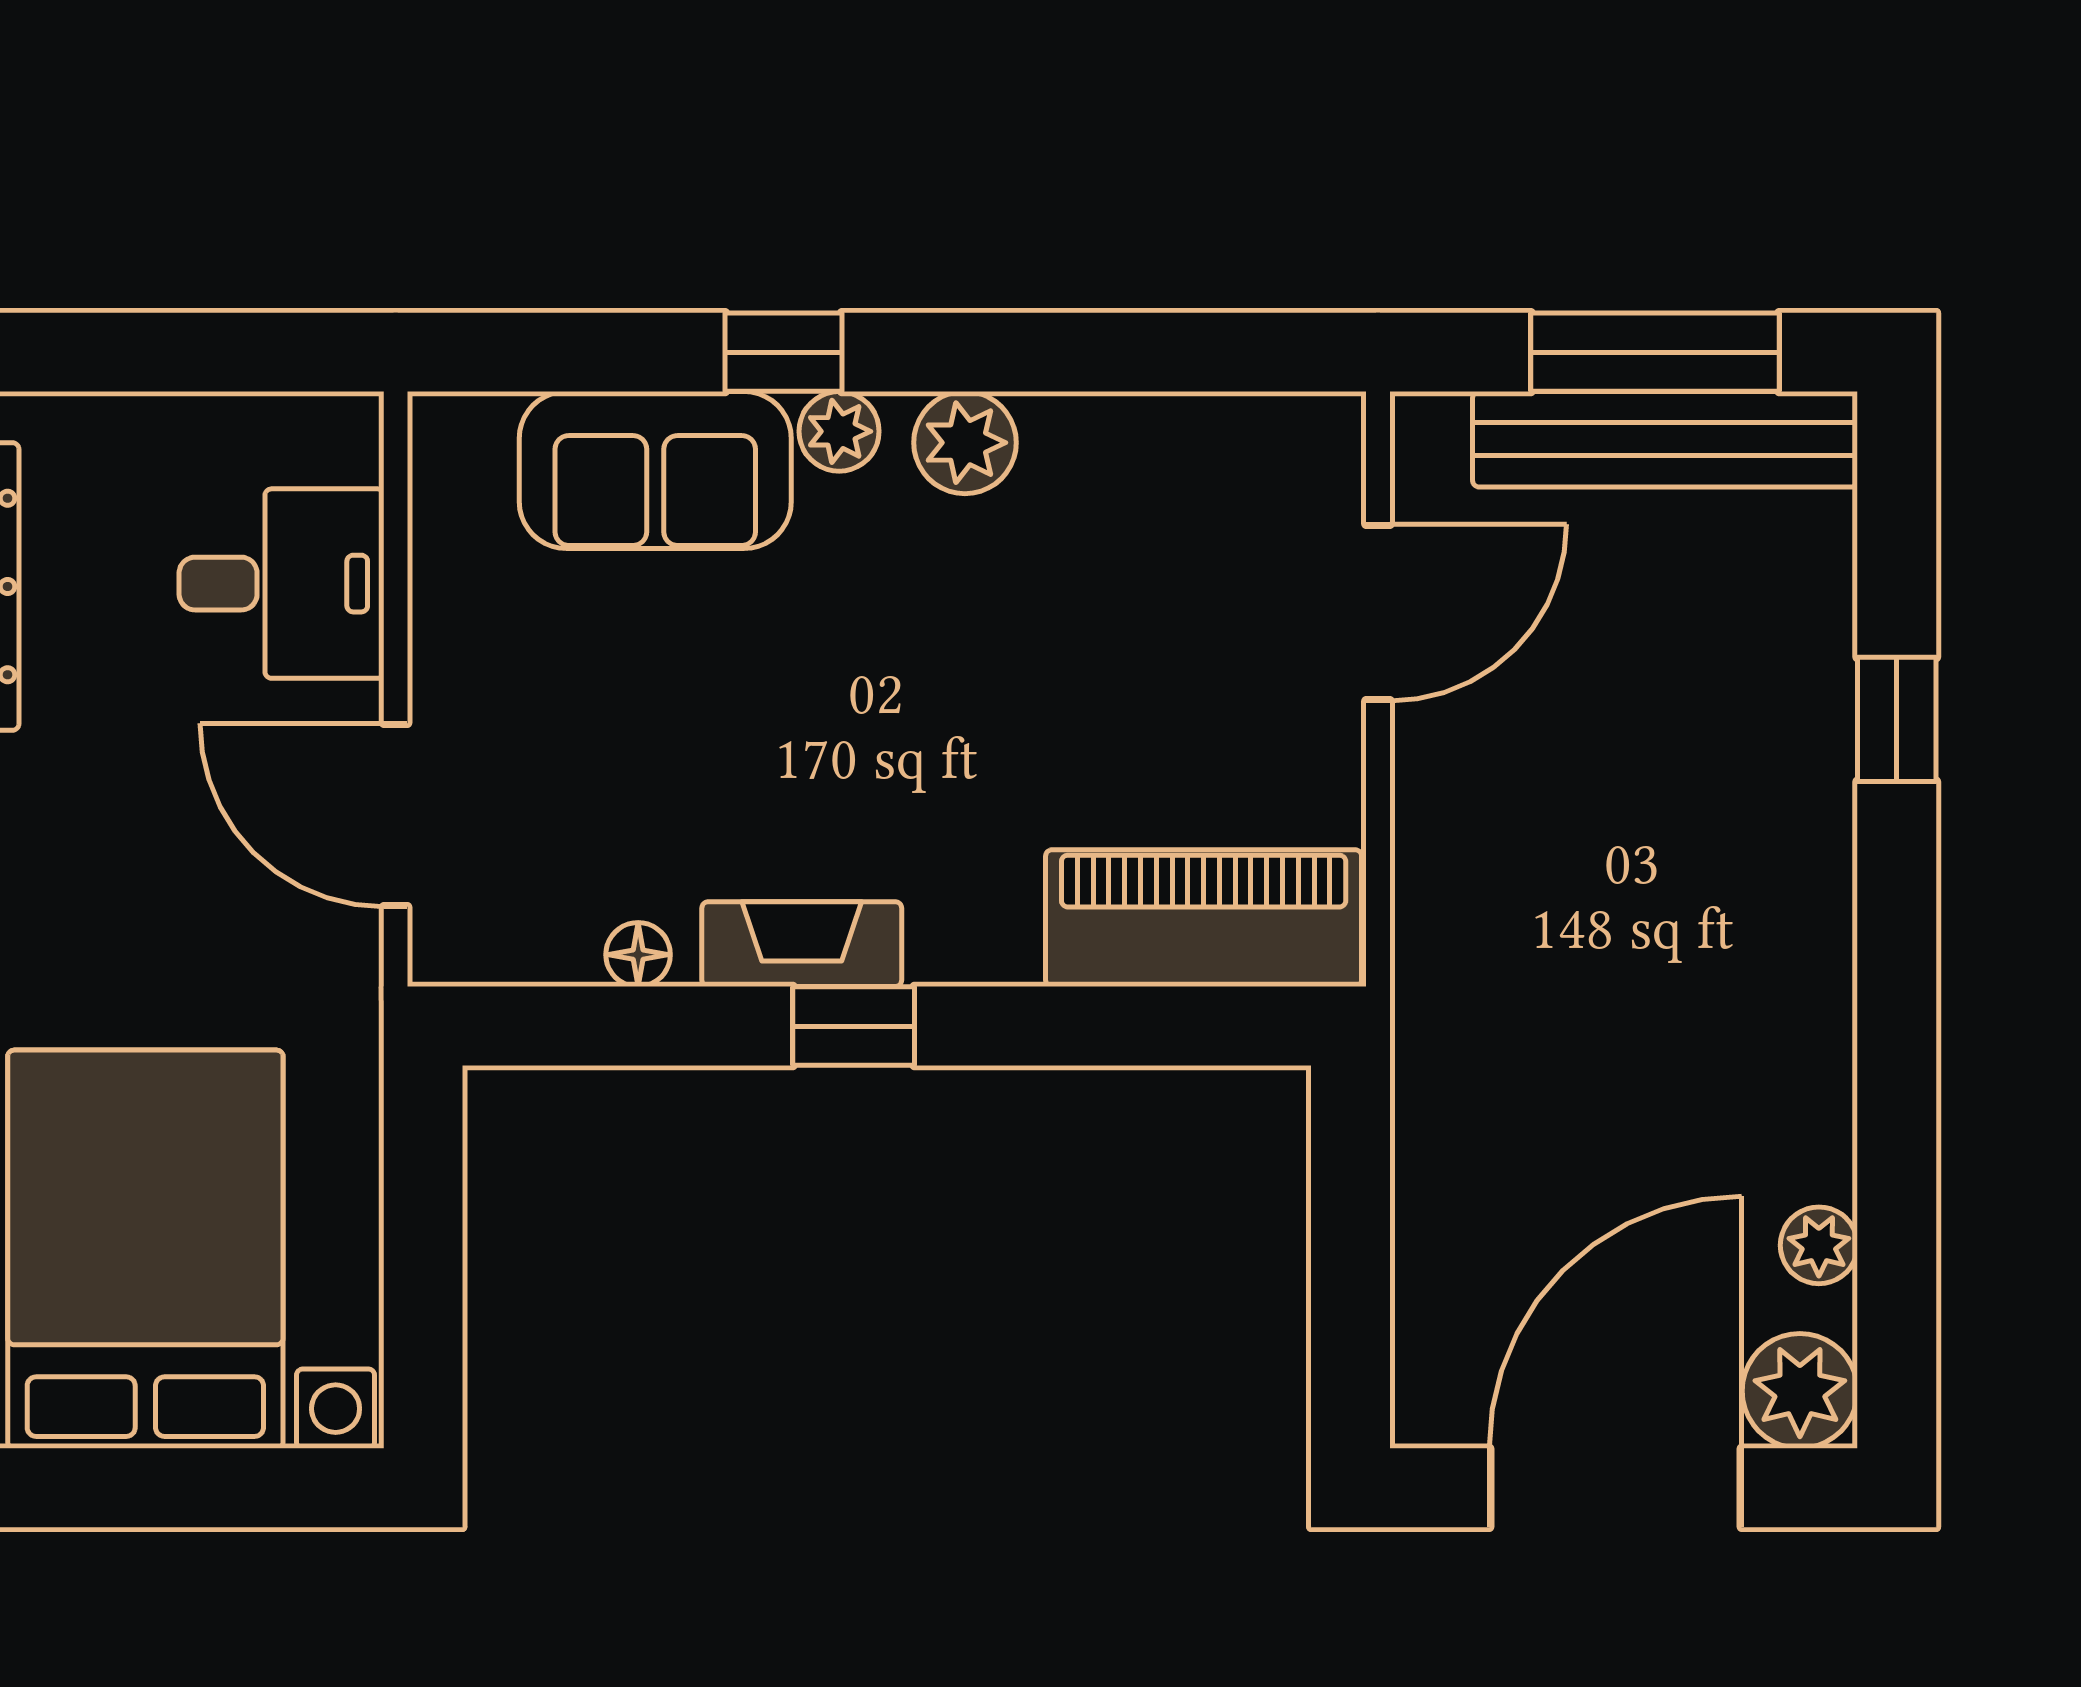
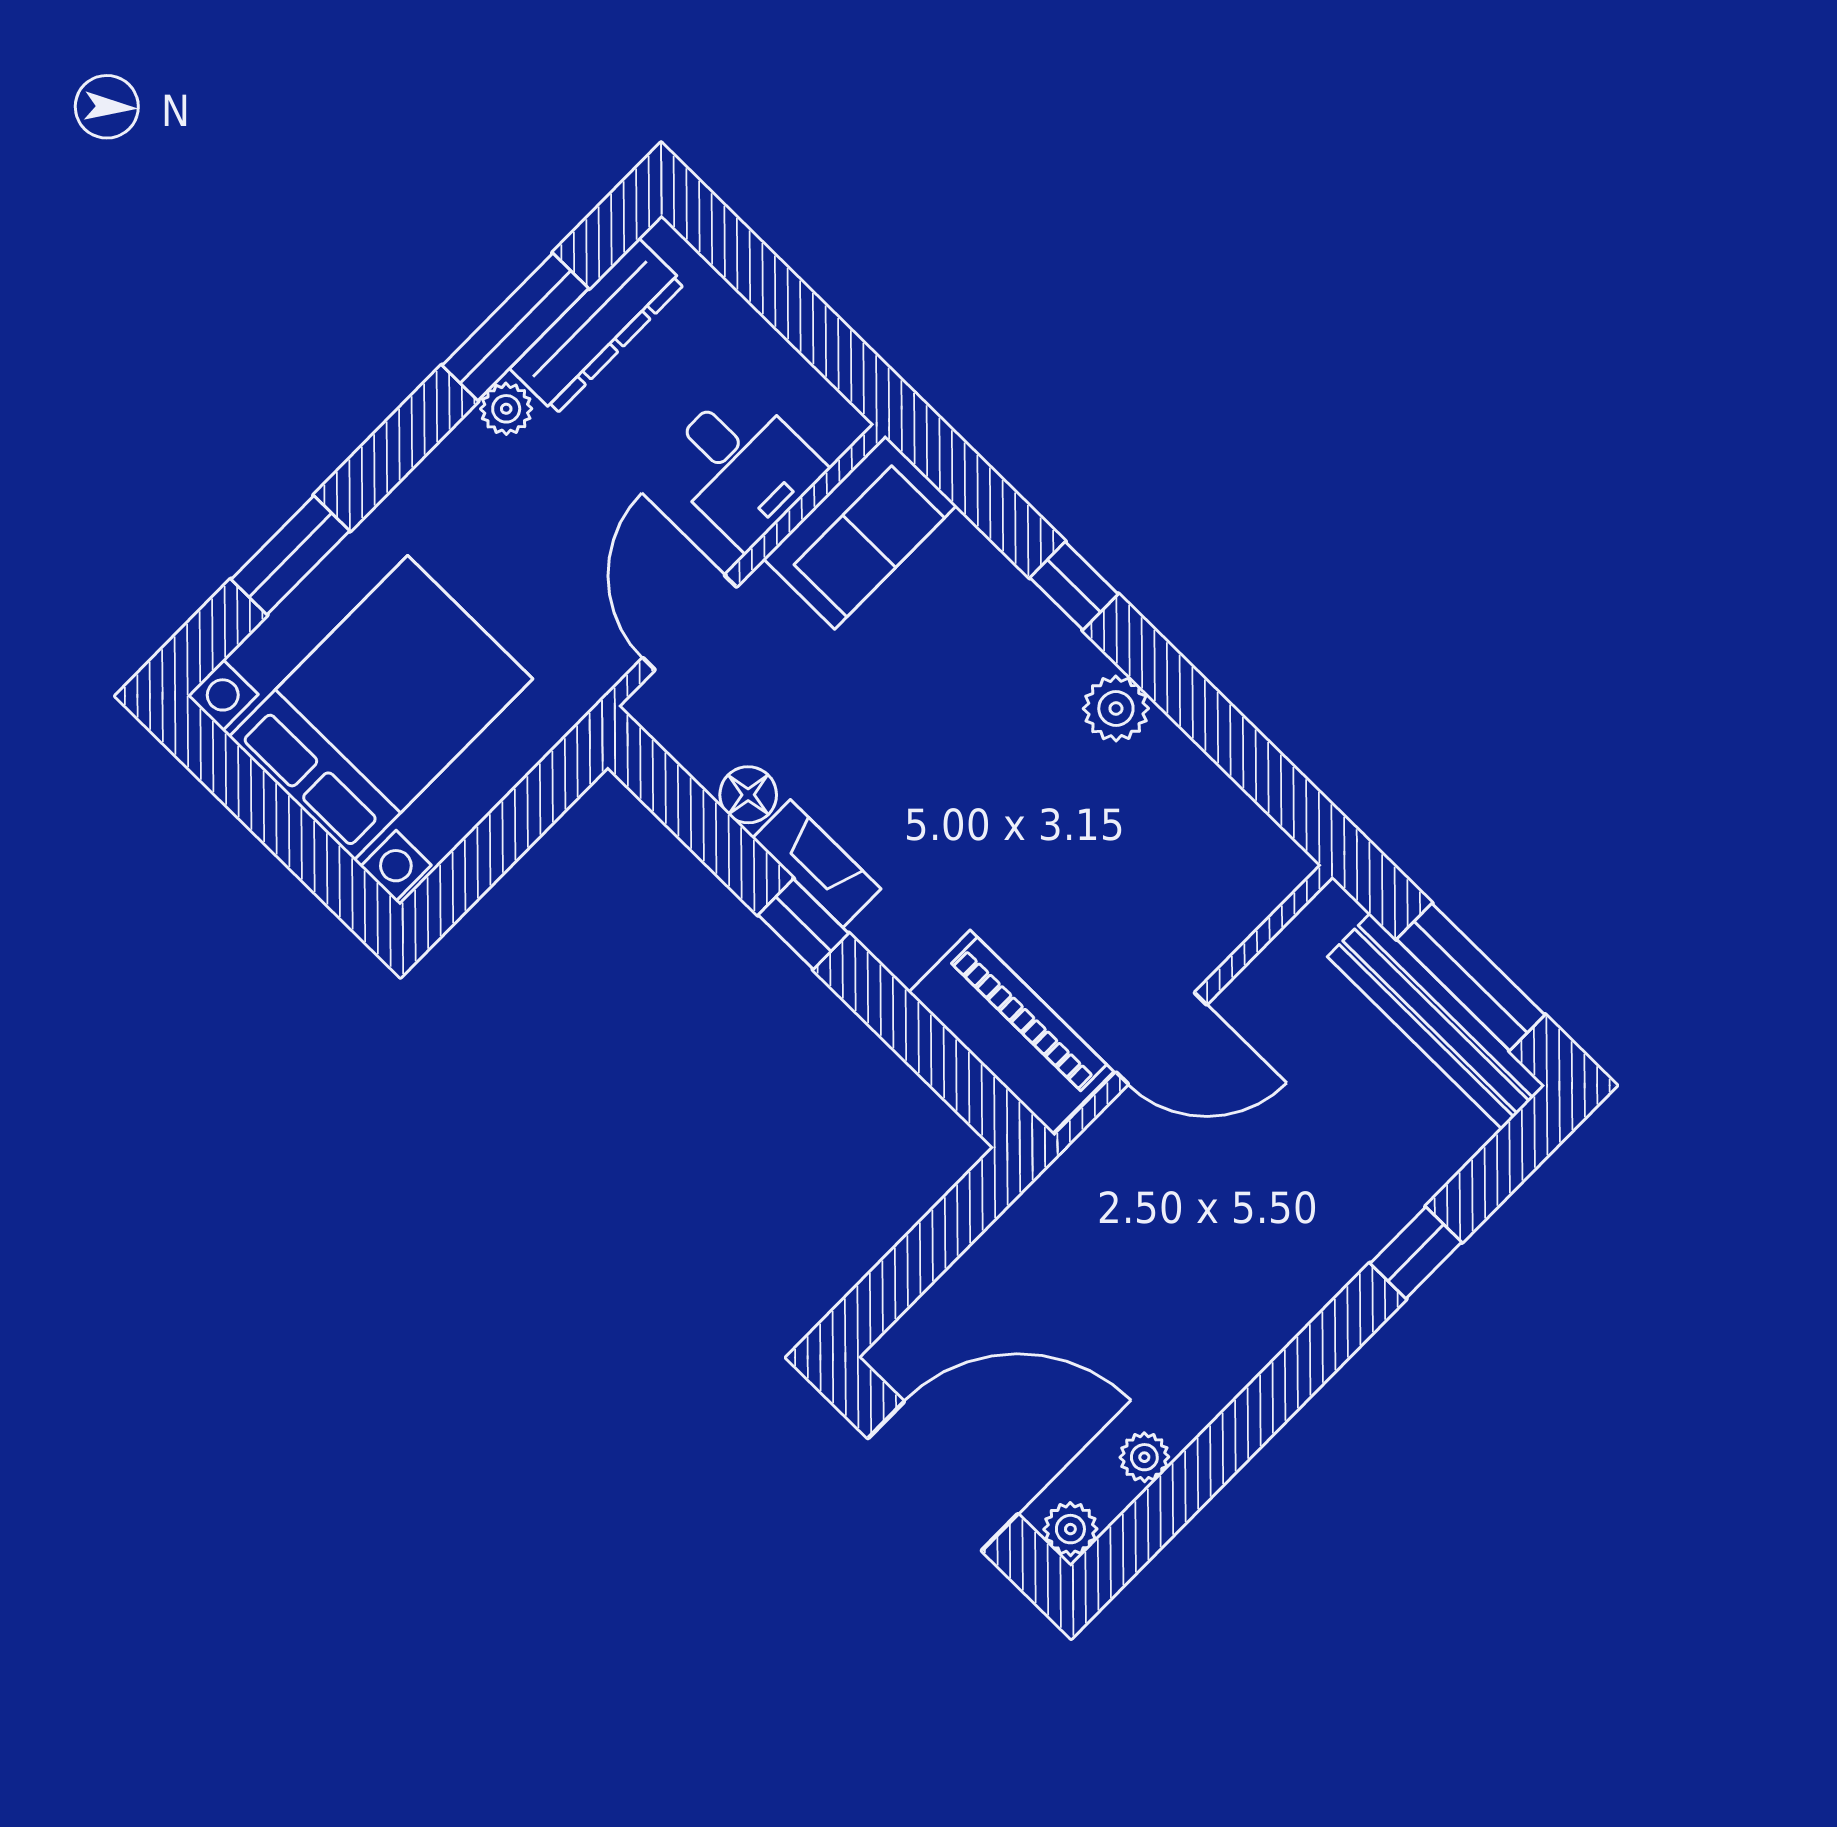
plant: (839, 431) -> (1064, 647), removed
sofa: (655, 470) -> (860, 532), moved, turned -90
door: (1378, 613) -> (1161, 1038), moved
floor lamp: (638, 955) -> (748, 795), width x1.37, depth x1.37
plant: (1800, 1391) -> (1070, 1529), width x0.73, depth x0.73

